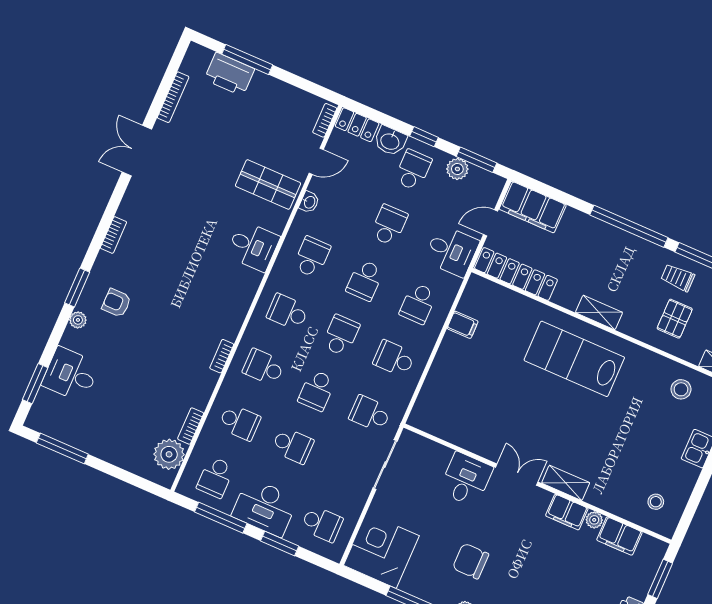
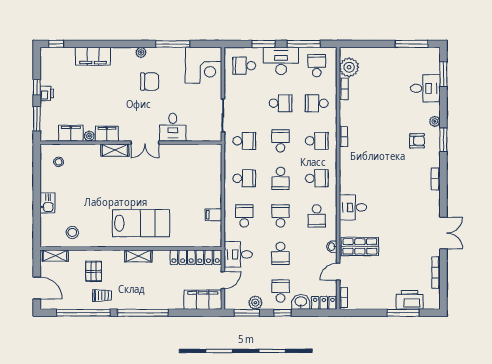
school desk: (413, 170) -> (280, 291), turned 180
school desk: (293, 445) -> (280, 103), turned 180

